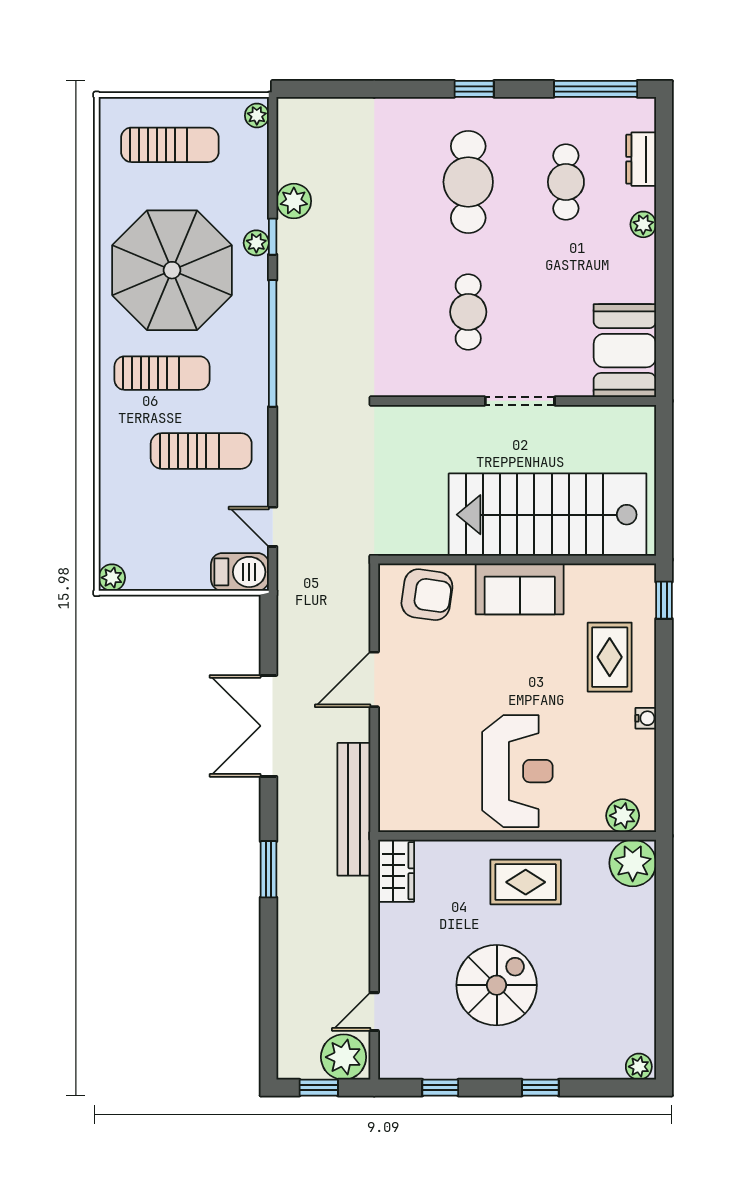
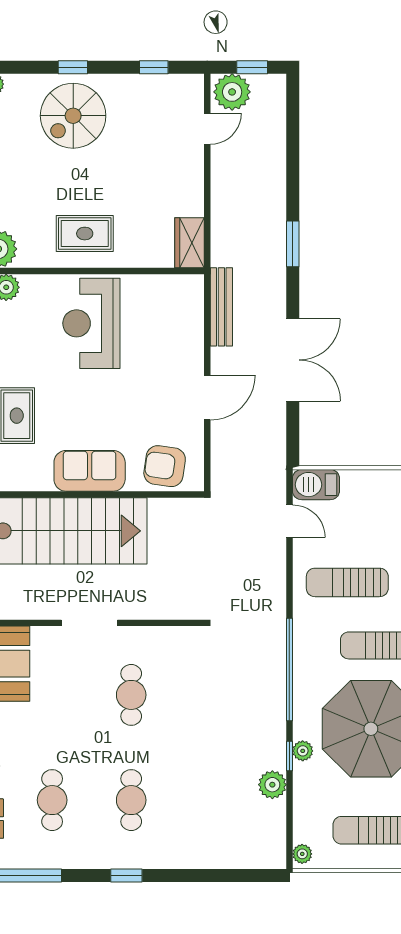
cafe table: (468, 182) -> (131, 800), width x0.73, depth x0.74
bench: (354, 809) -> (221, 307), width x0.73, depth x0.82
spiral stairs: (497, 985) -> (73, 116), moved

